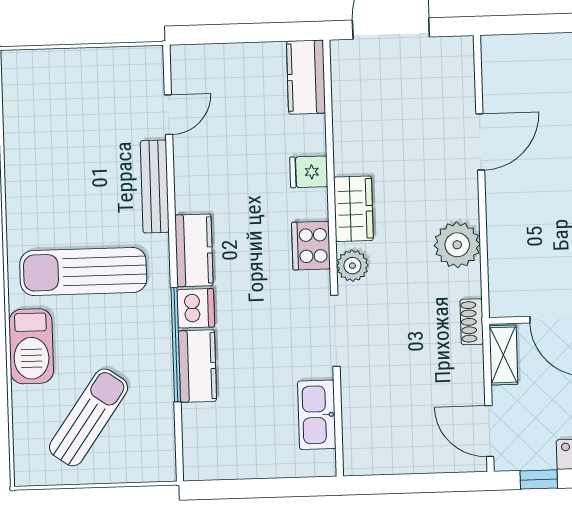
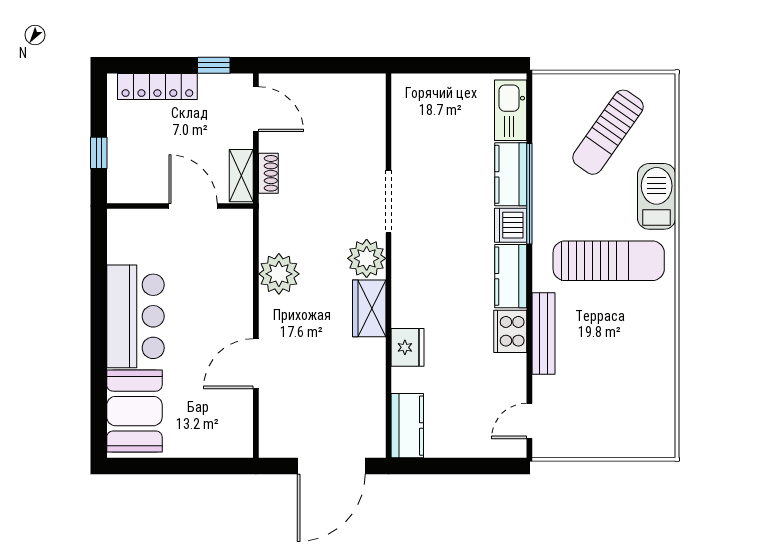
door: (168, 115) -> (529, 421), moved
fridge: (309, 172) -> (408, 347), width x1.38
cooker: (311, 246) -> (510, 331), moved, turned 180
plant: (352, 266) -> (367, 258), width x1.36, depth x1.36
shoe rack: (472, 322) -> (268, 173), moved
kitchen sink: (317, 415) -> (511, 110), moved, turned 180

